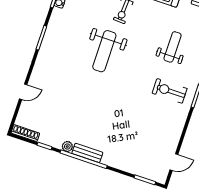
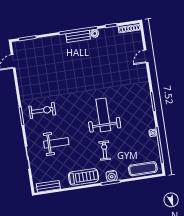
weight bench: (173, 47) -> (56, 143), turned -90

